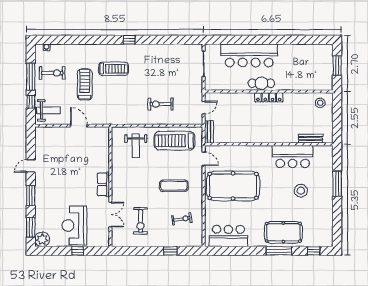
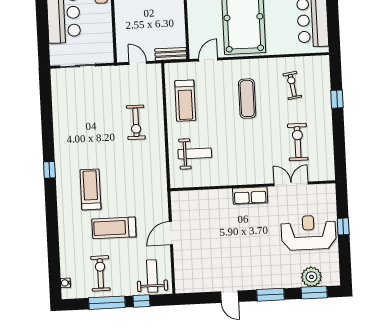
treadmill: (175, 141) -> (185, 101), width x0.73, depth x0.73
exercise bike: (140, 221) -> (298, 142), turned -90
reception desk: (74, 226) -> (309, 233), turned 180
plant: (42, 239) -> (311, 277), moved

